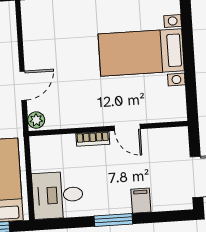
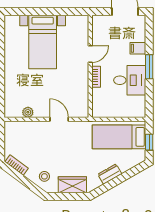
plant: (36, 120) -> (28, 112), moved
desk: (58, 195) -> (130, 80), moved, turned -90

